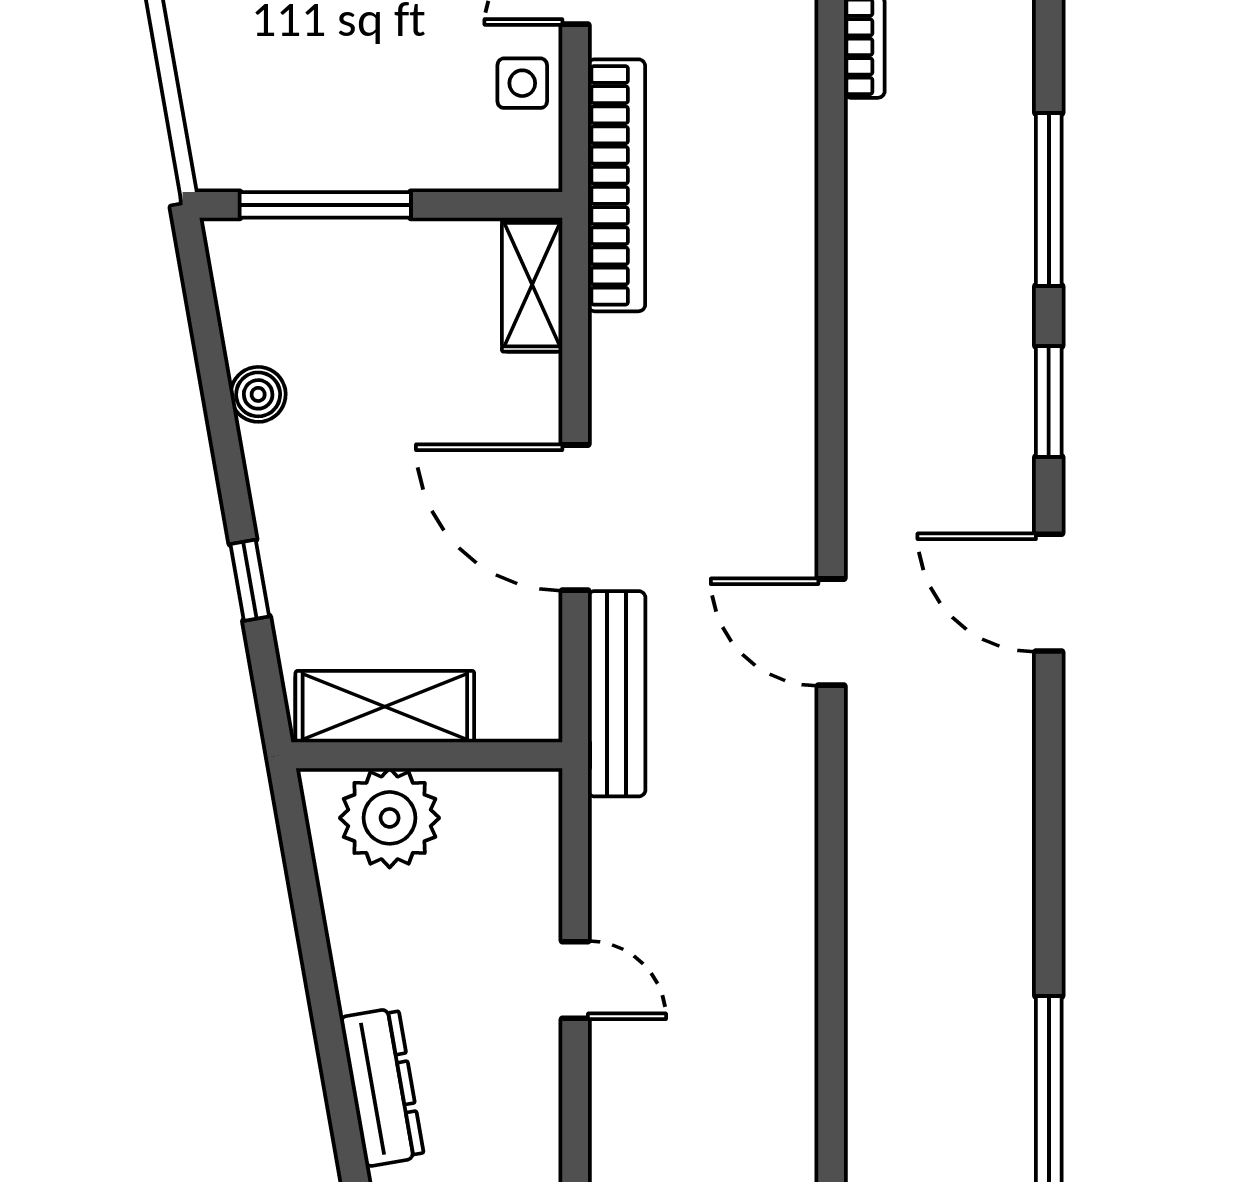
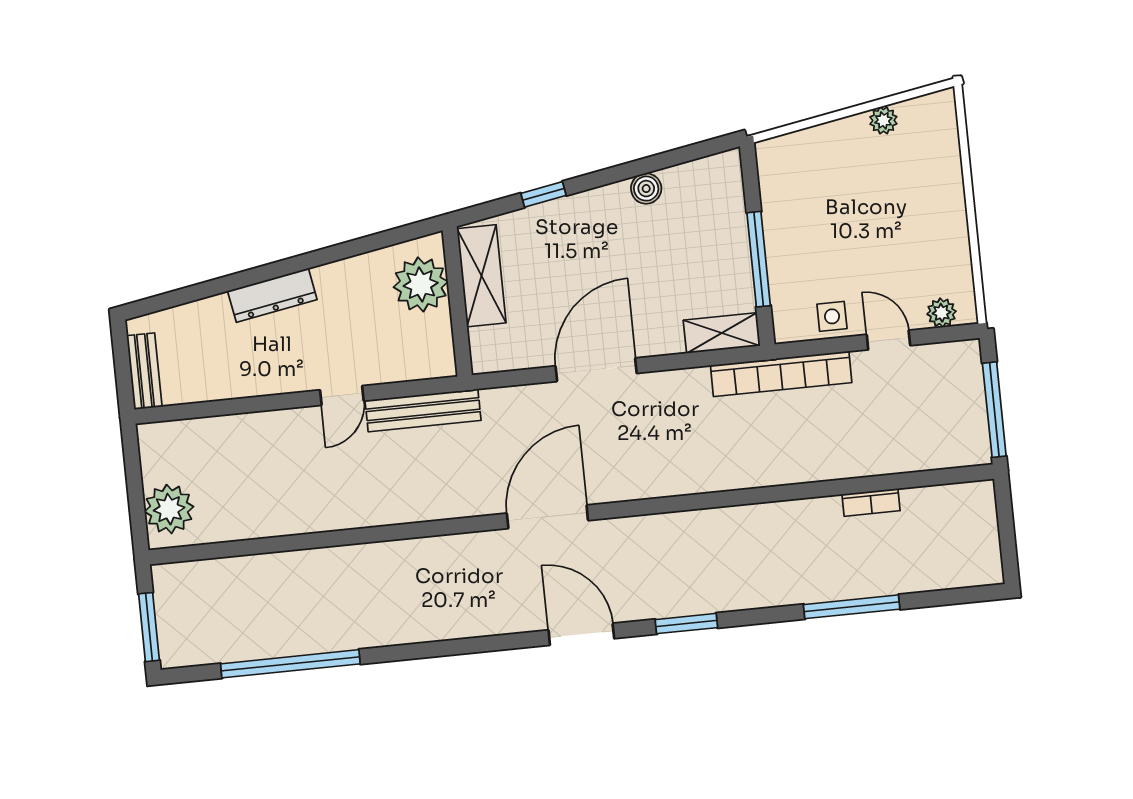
window: (1049, 200) -> (852, 607), moved
window: (325, 205) -> (759, 259), moved
door: (1049, 593) -> (581, 634), hinge flipped
door: (831, 632) -> (547, 517), width x1.36
bench: (617, 694) -> (423, 410), moved

